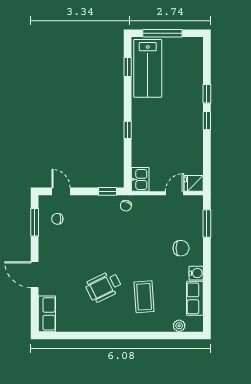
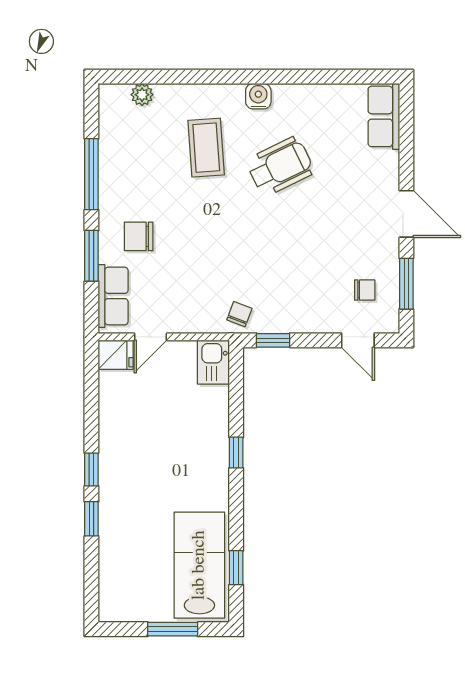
window: (162, 33) -> (173, 629), width x0.69
window: (207, 224) -> (91, 256), moved
water cooler: (196, 273) -> (258, 96), moved, turned 90
door: (35, 275) -> (406, 214), moved
window: (207, 282) -> (91, 174), added
row of seats: (195, 298) -> (113, 296), moved

